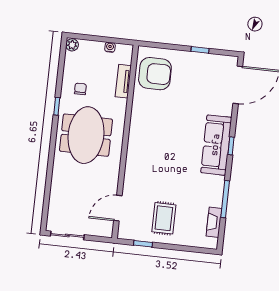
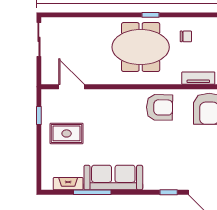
window: (57, 106) -> (150, 15), moved
armchair: (148, 123) -> (160, 107), added
sofa: (216, 145) -> (113, 178), moved
window: (231, 146) -> (169, 192), moved

